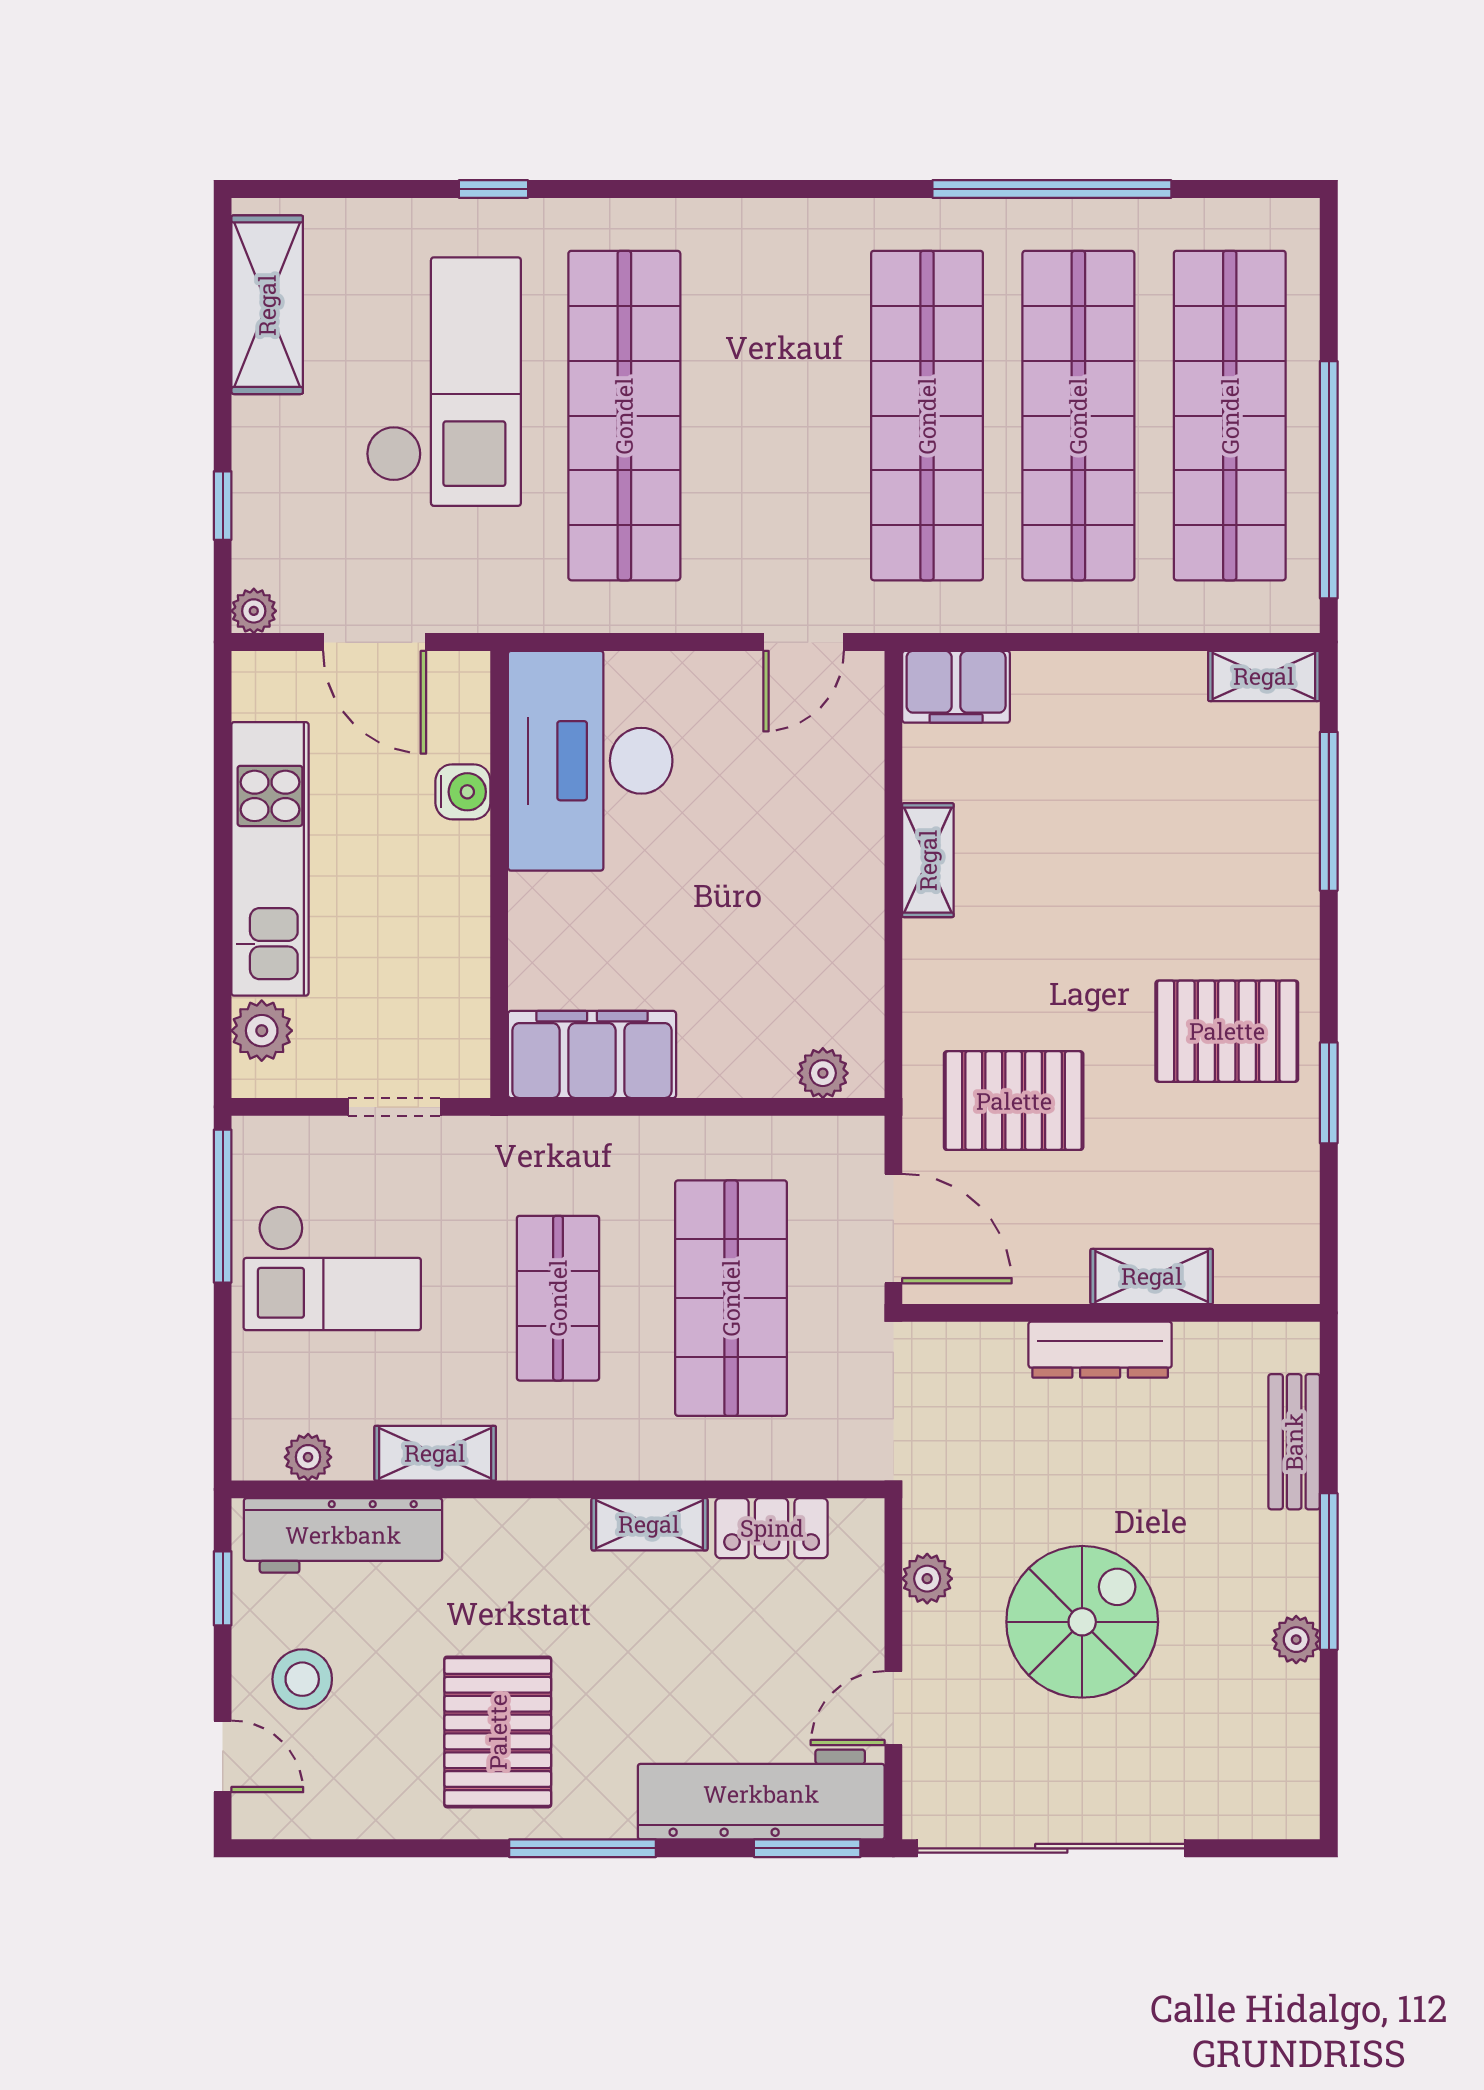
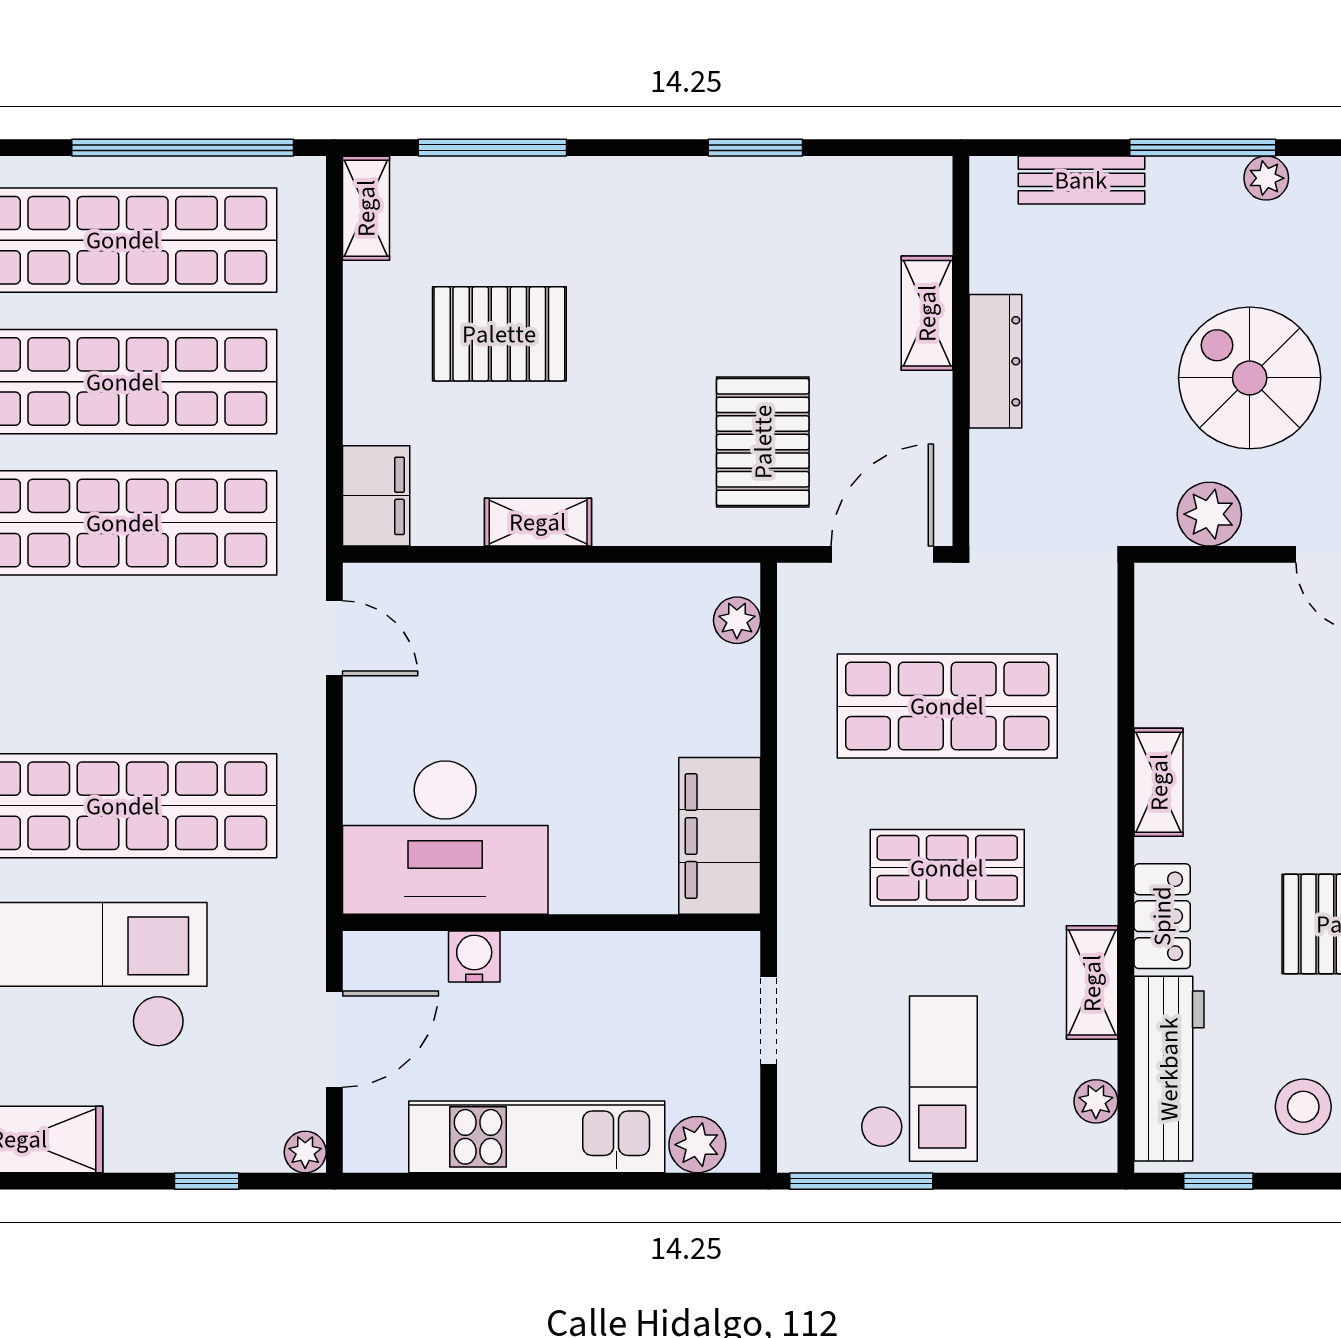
pallet: (1227, 1031) -> (499, 334), moved, turned 90
locker: (772, 1528) -> (1162, 916), moved
plant: (927, 1579) -> (1209, 514), width x1.38, depth x1.38

